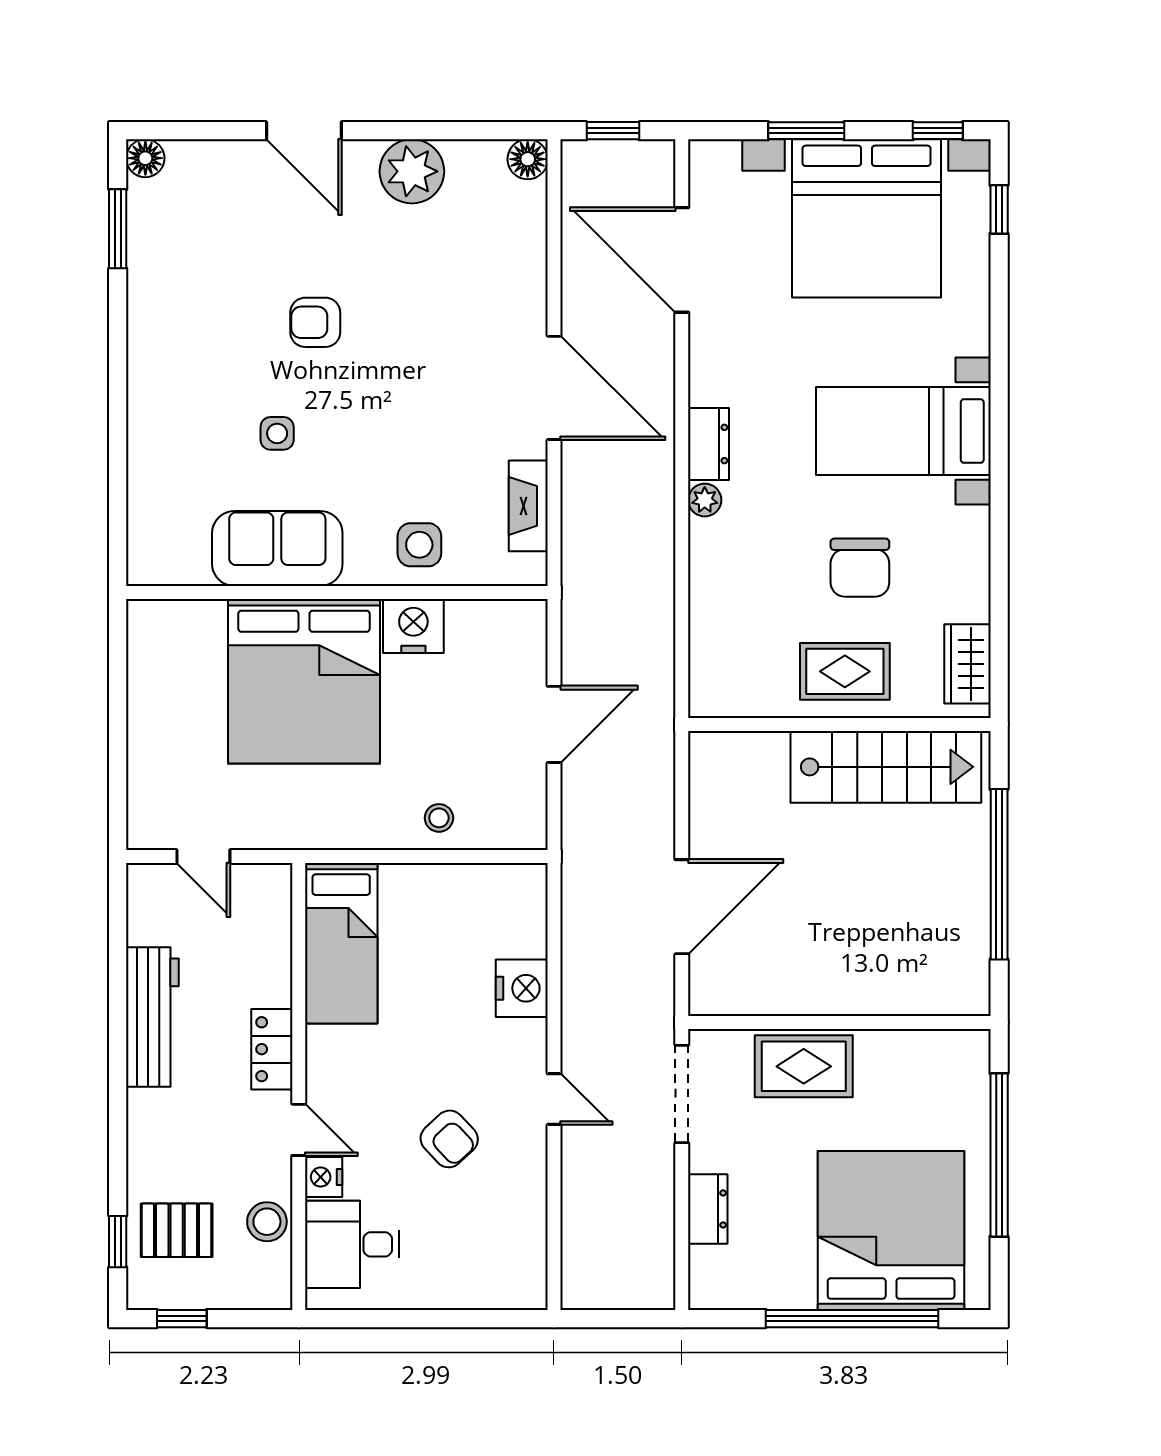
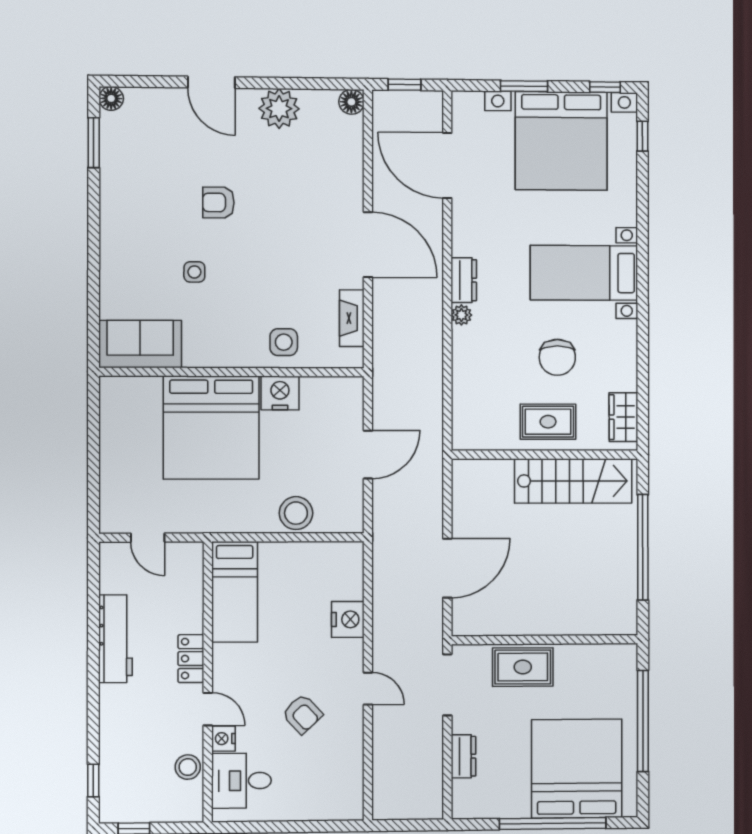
sofa: (277, 549) -> (140, 344), moved
stool: (439, 818) -> (296, 513), width x1.89, depth x1.89
pallet: (177, 1230) -> (131, 773), removed

